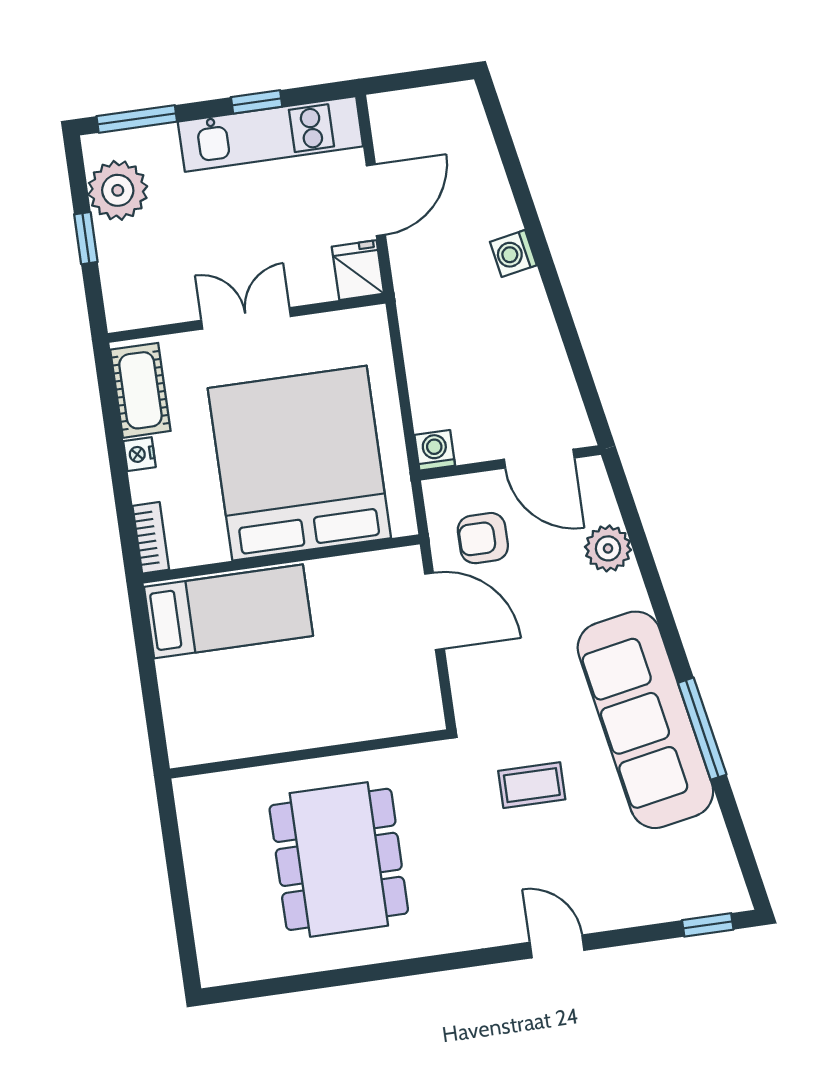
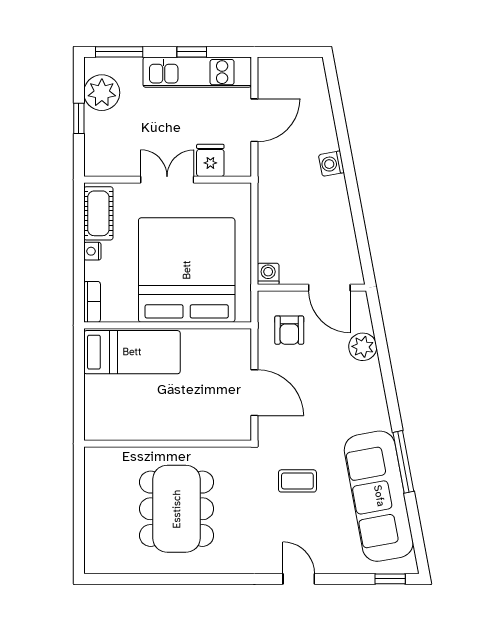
fridge: (358, 270) -> (210, 160), moved
armchair: (483, 538) -> (289, 330), turned -90
door: (434, 611) -> (254, 393), moved
sofa: (645, 720) -> (379, 496), moved

